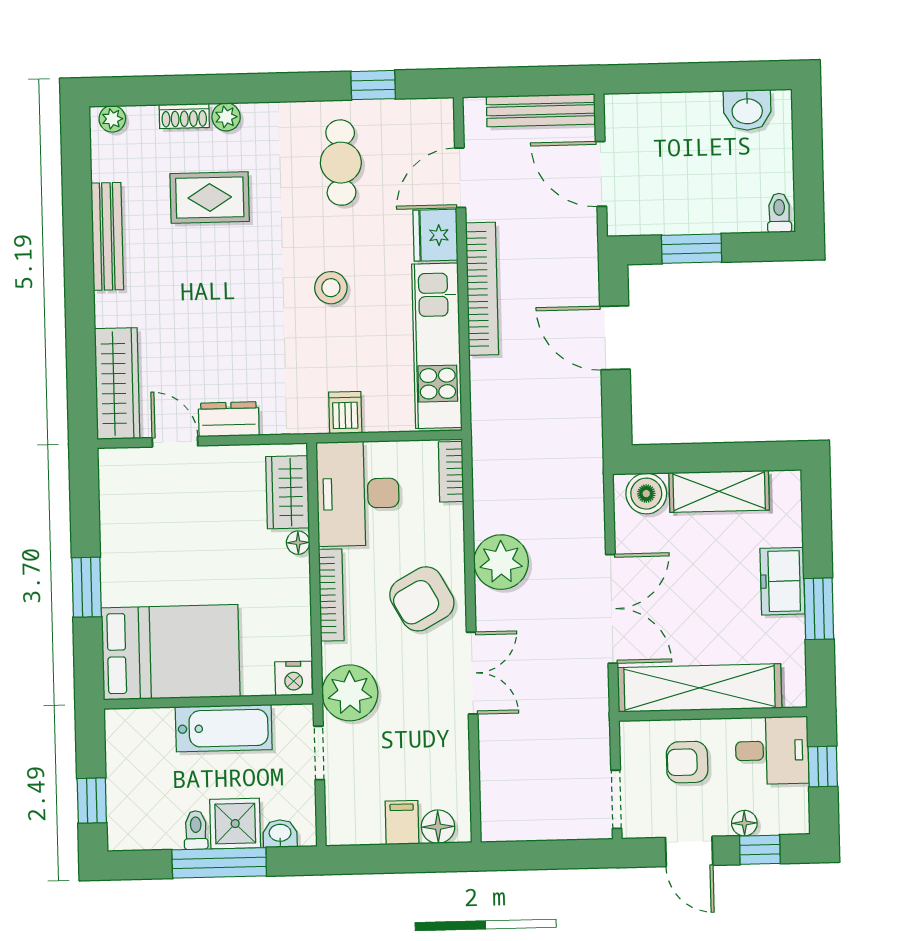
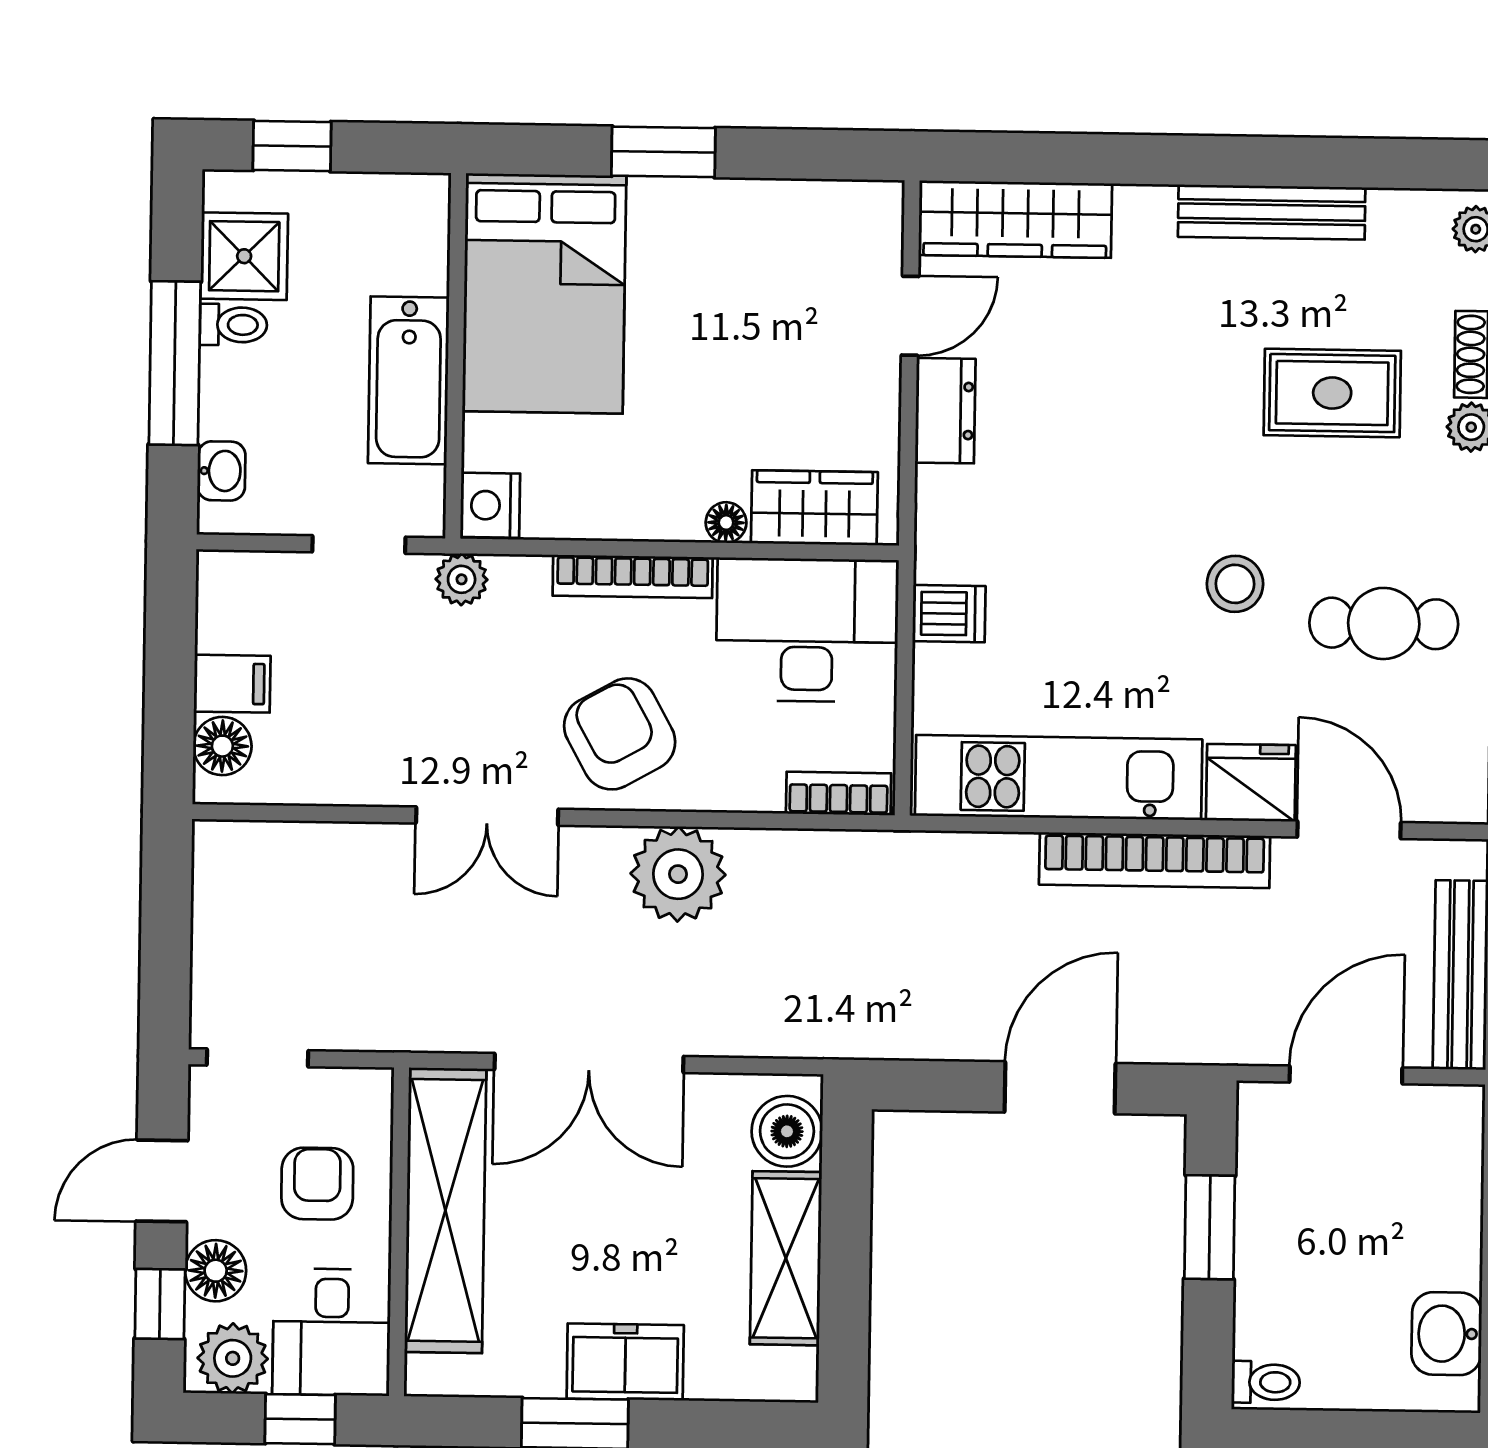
rug: (210, 197) -> (1332, 393), turned 90
stool: (331, 288) -> (1235, 584), moved
plant: (350, 693) -> (462, 579), width x0.53, depth x0.53
plant: (789, 807) -> (233, 1358), added
floor lamp: (744, 823) -> (216, 1271), width x1.37, depth x1.37
shower: (235, 824) -> (244, 256), moved

